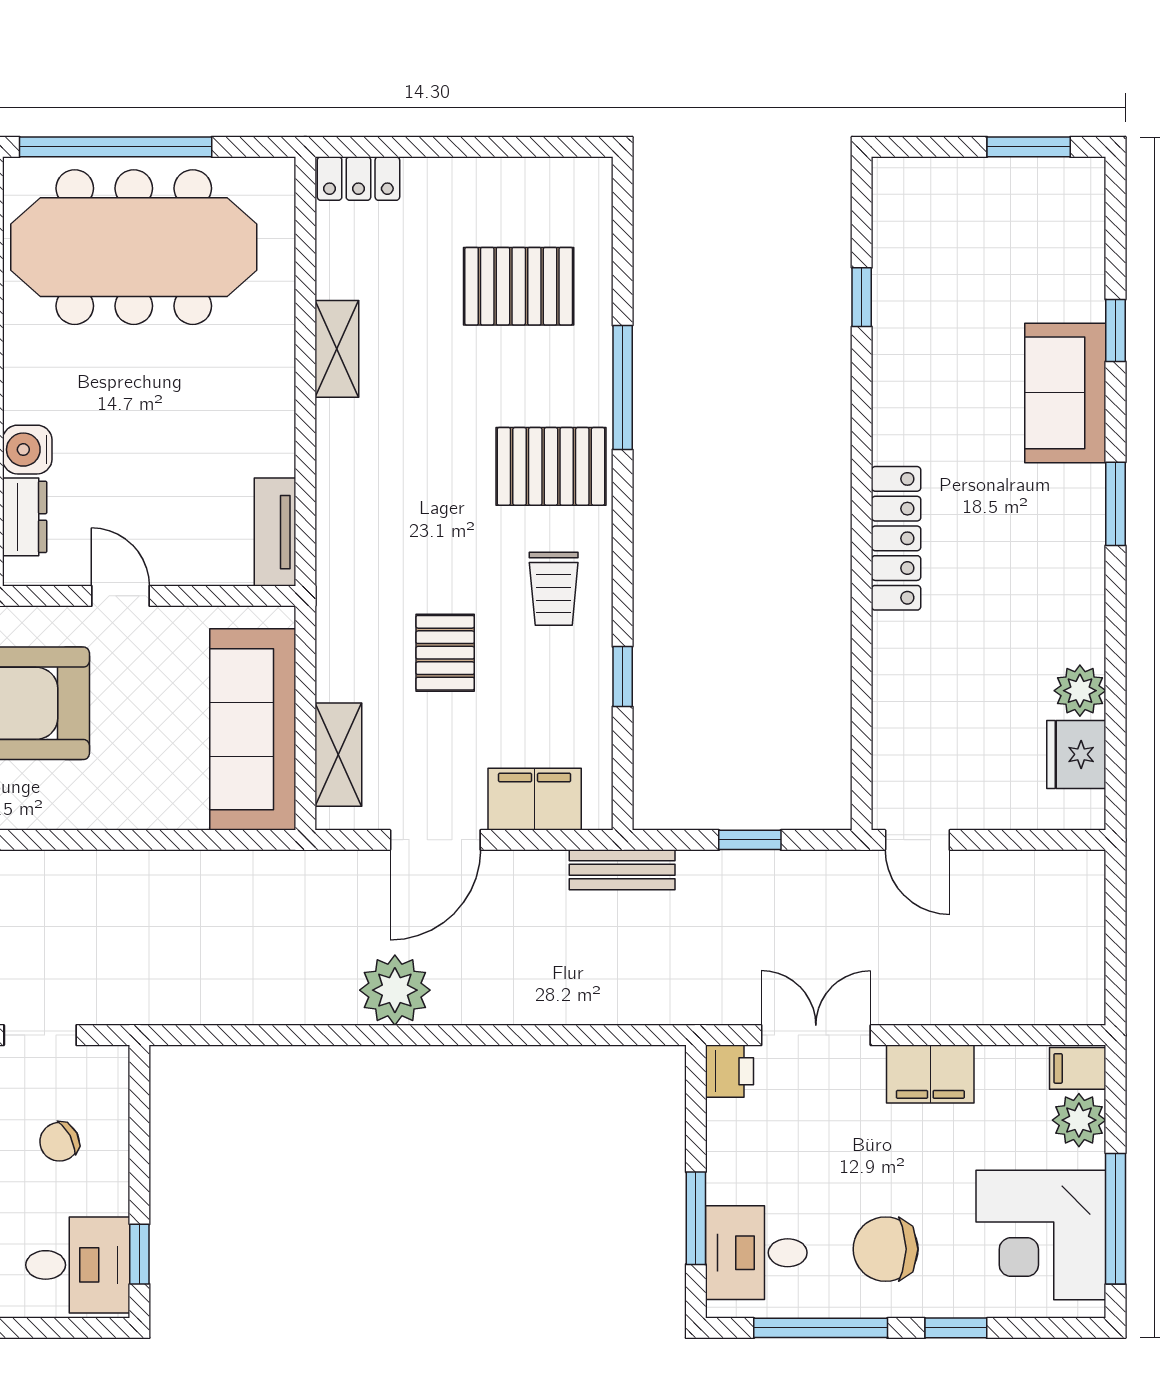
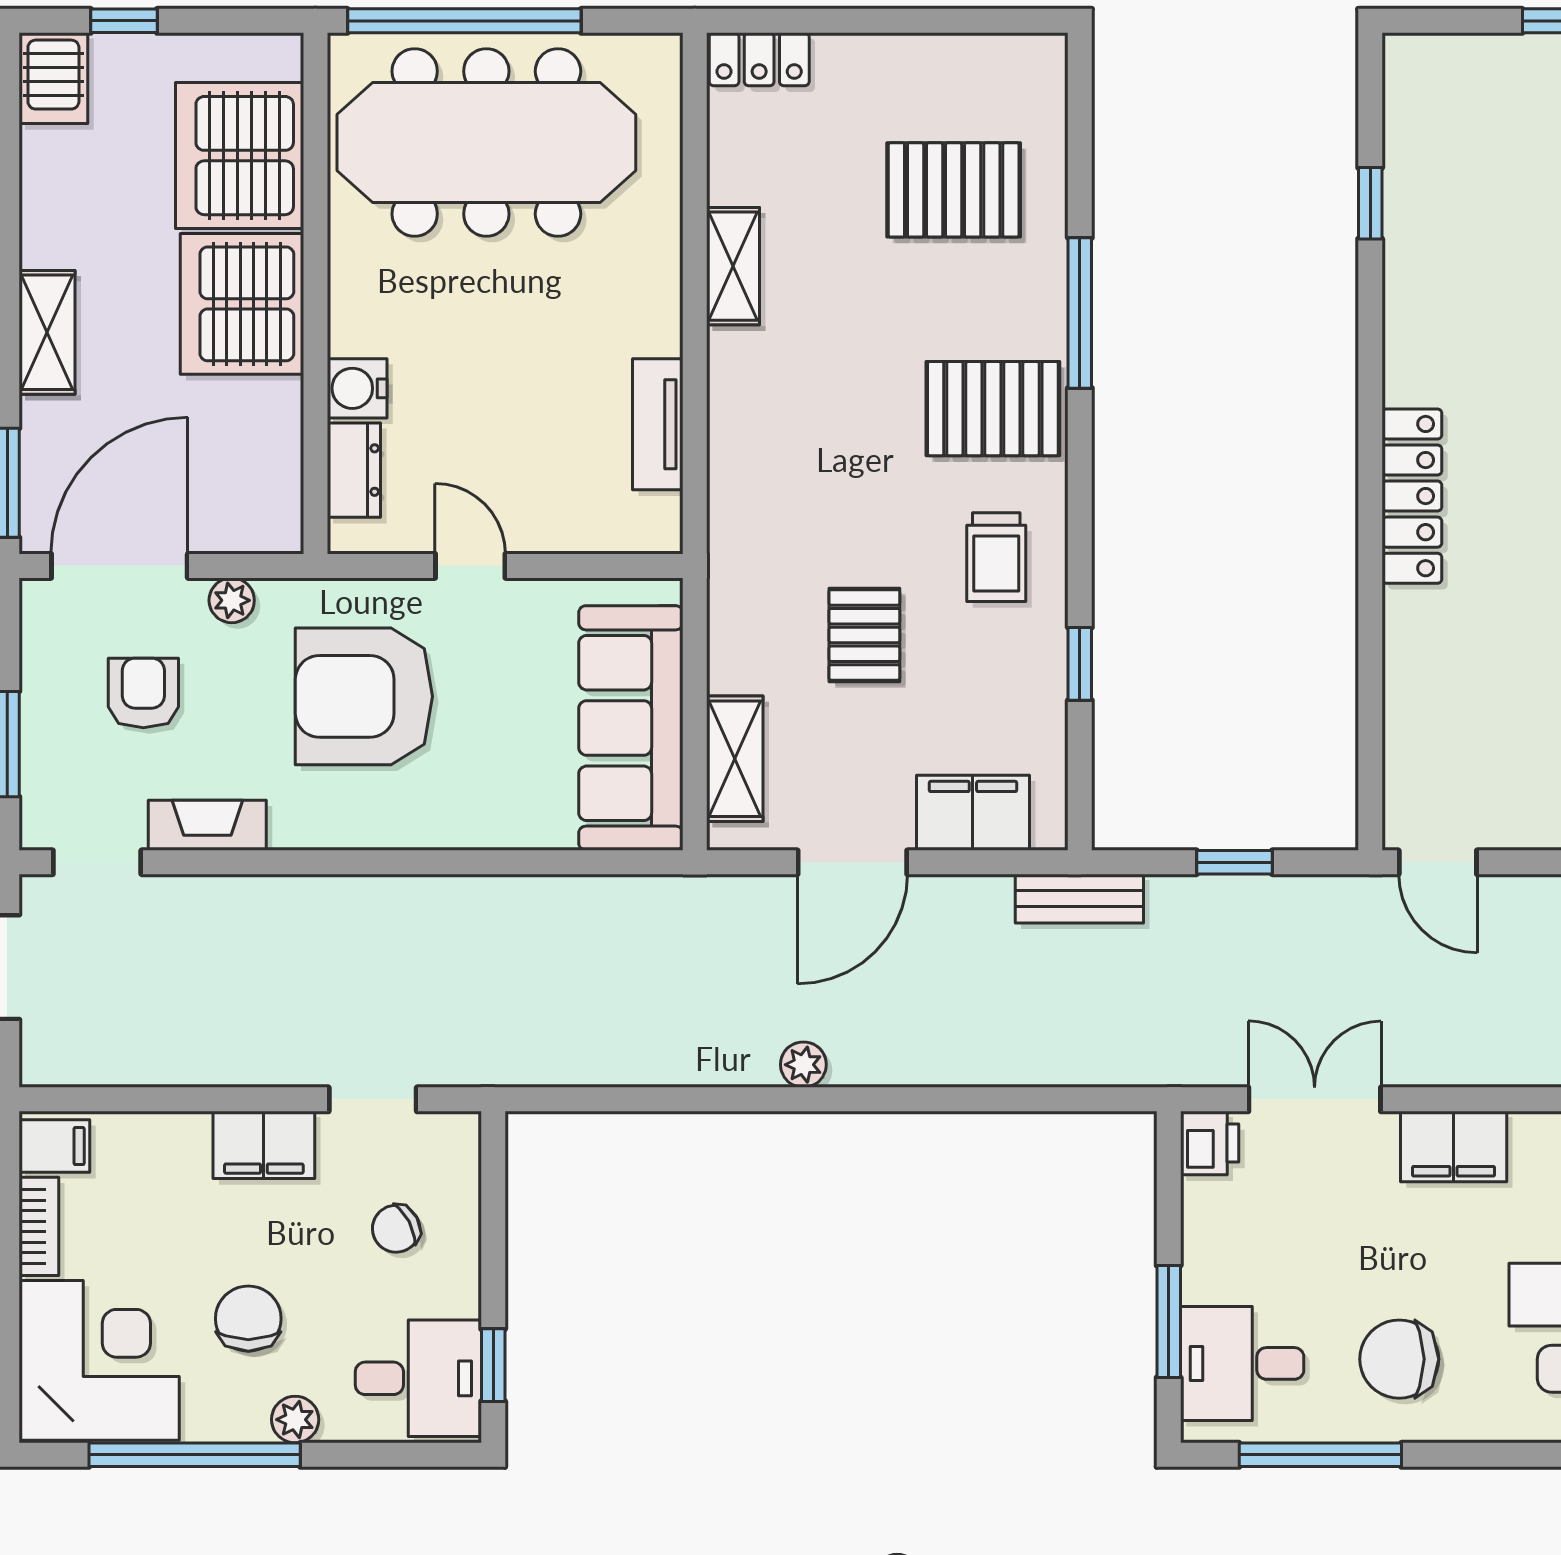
tv unit: (275, 532) -> (658, 424), moved
plant: (395, 990) -> (803, 1065), width x0.53, depth x0.53
window: (956, 1328) -> (1485, 1455), removed

